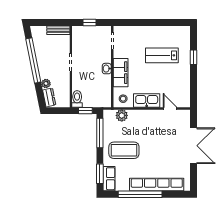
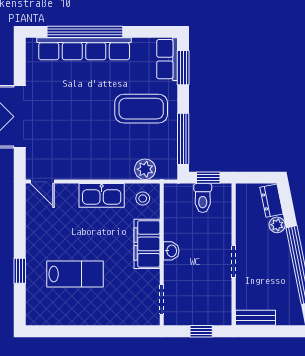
toilet: (77, 99) -> (203, 198), moved
door: (170, 108) -> (42, 182), moved
window: (140, 194) -> (85, 32), moved

